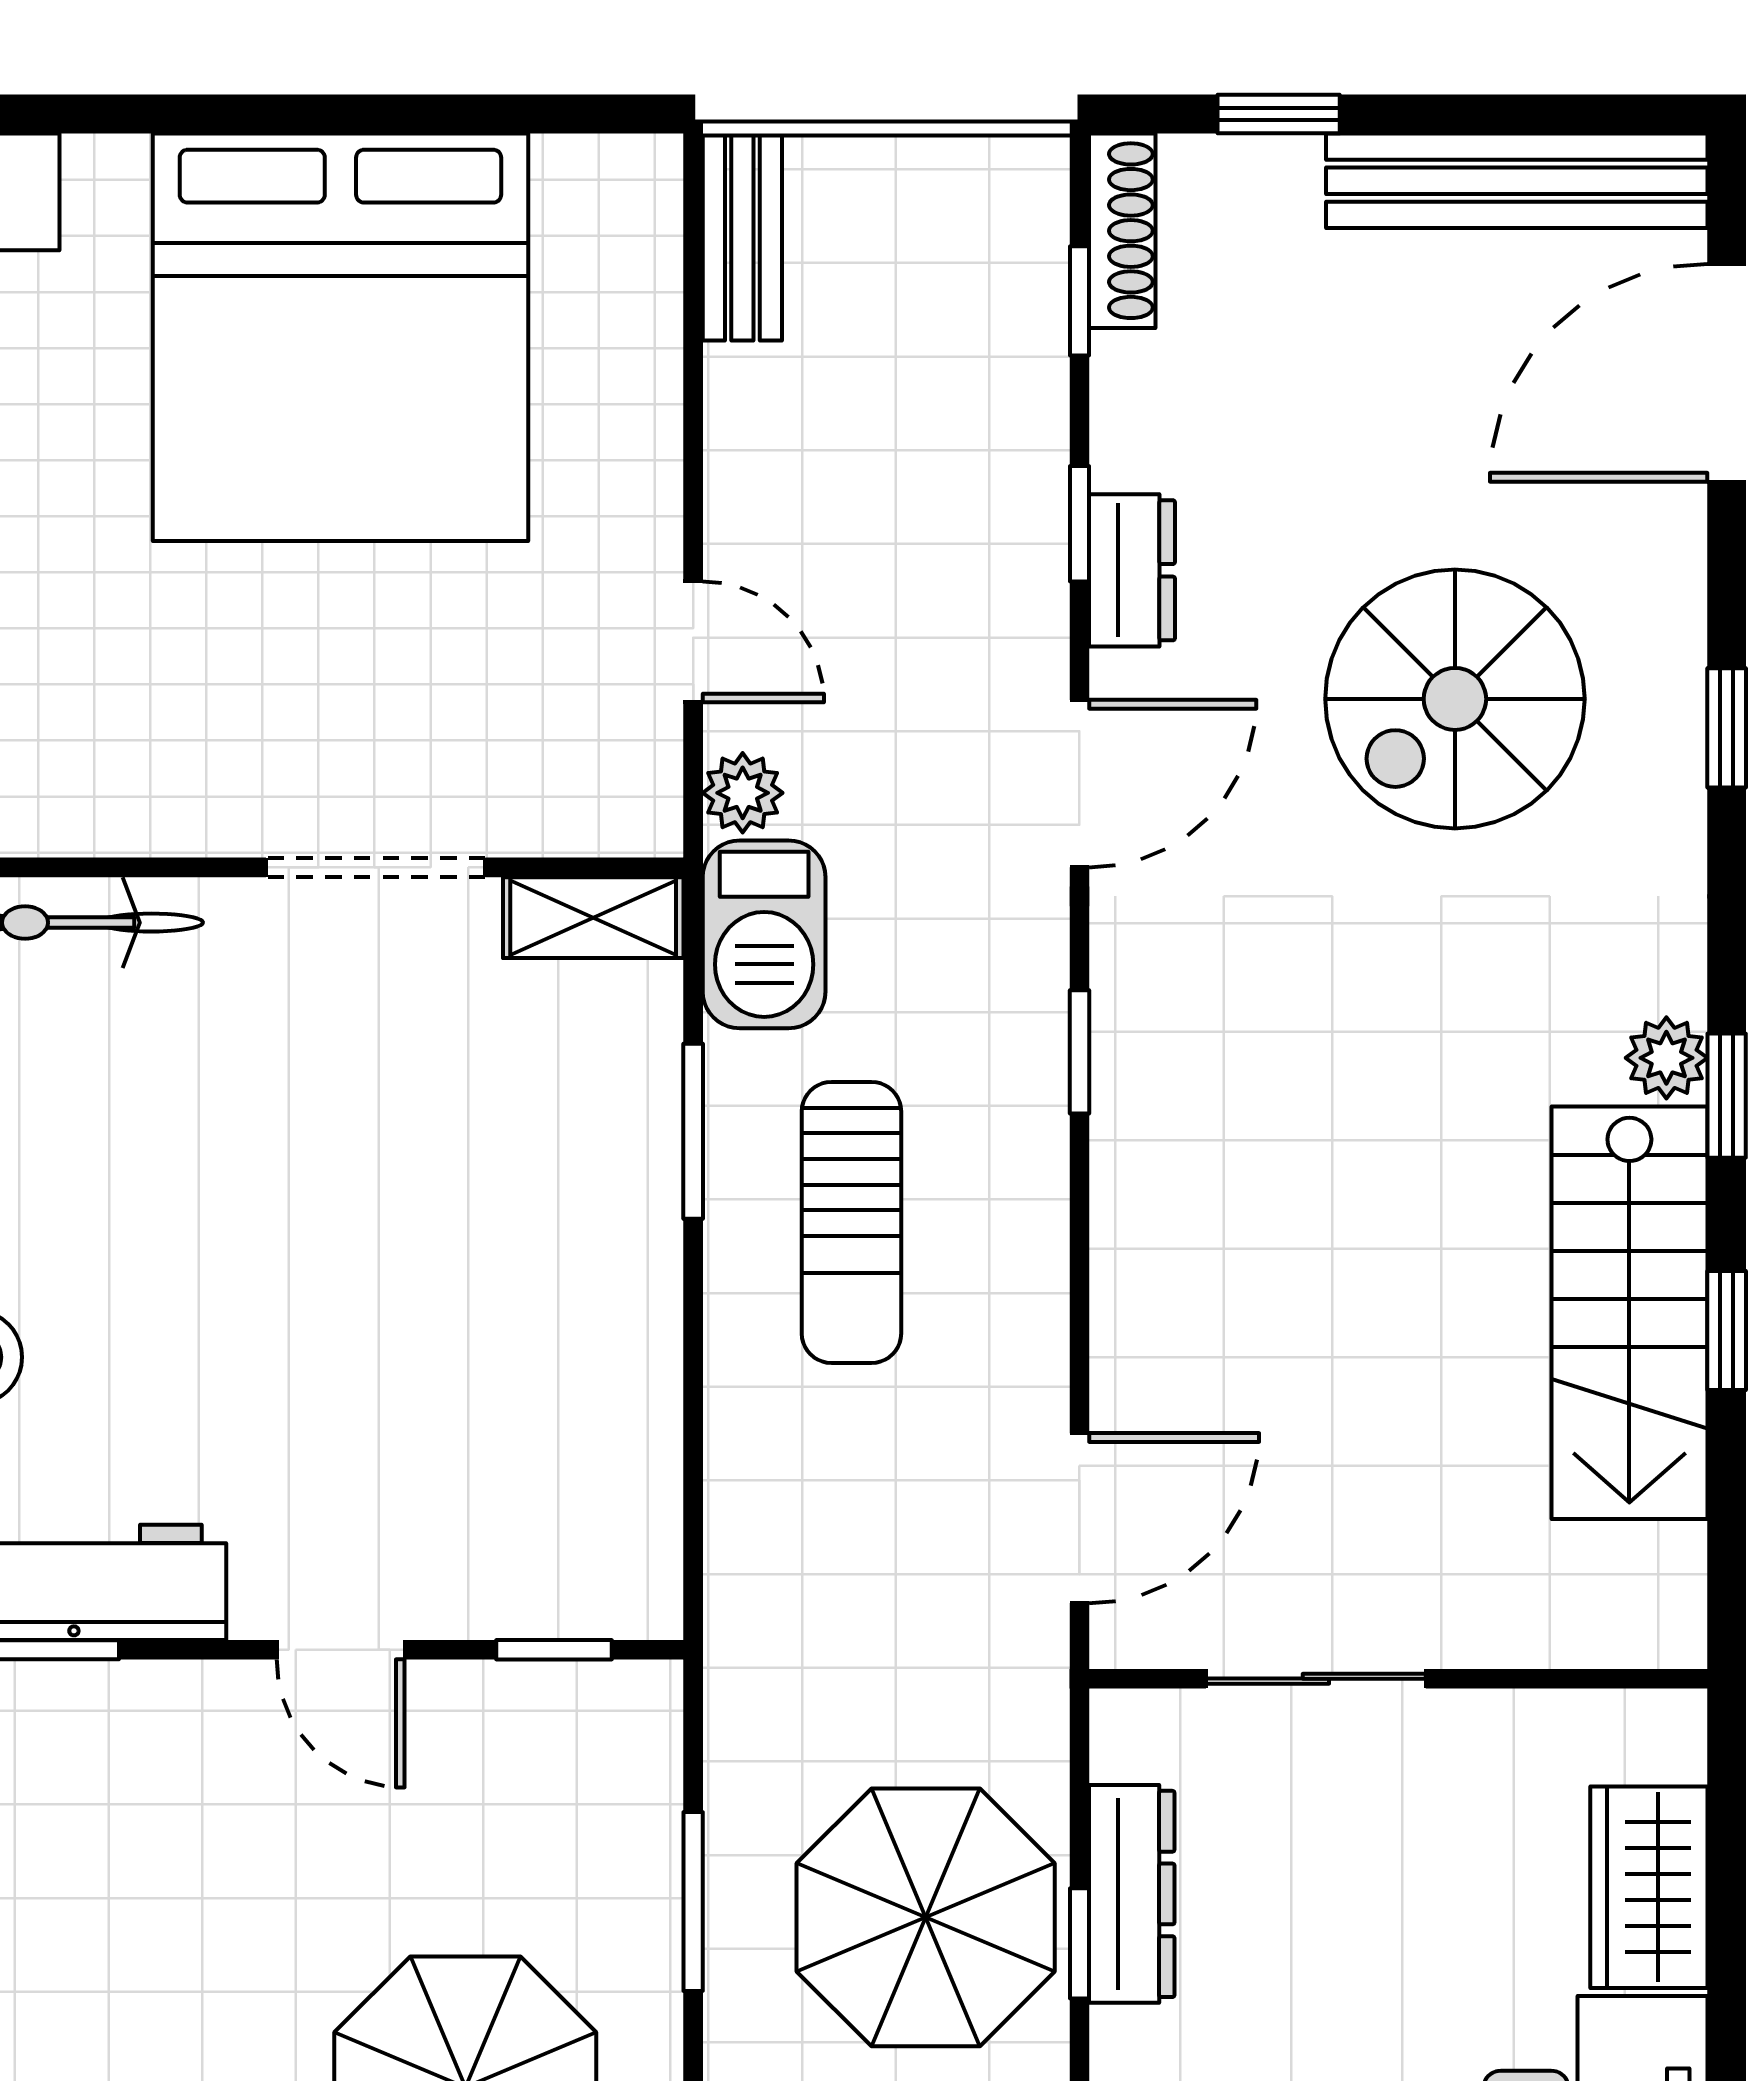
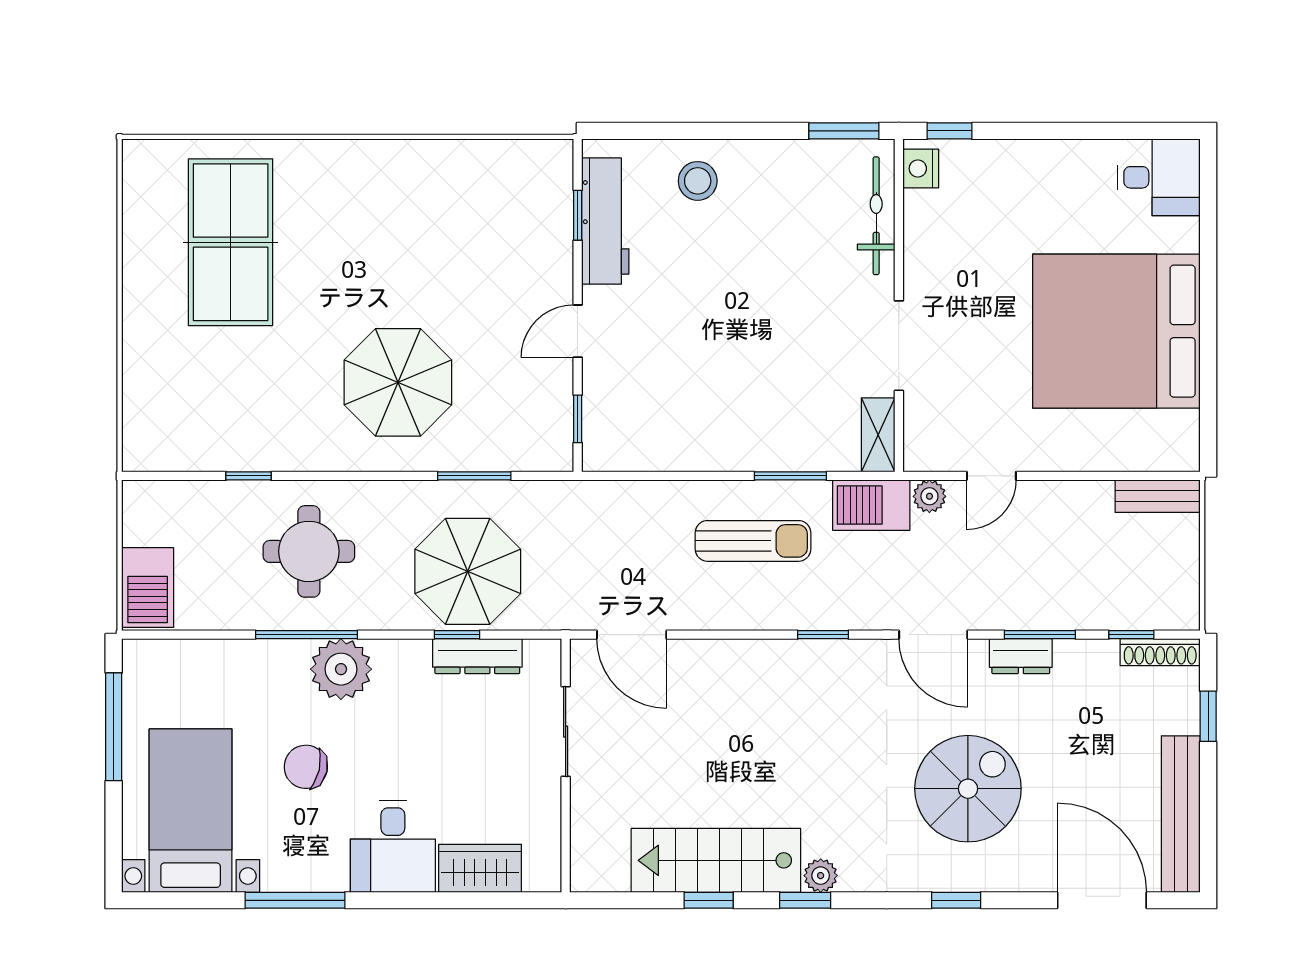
window: (1079, 524) -> (1040, 635), width x1.50
spiral stairs: (1455, 699) -> (968, 789), turned 90
sun lounger: (851, 1222) -> (753, 541), turned 180

